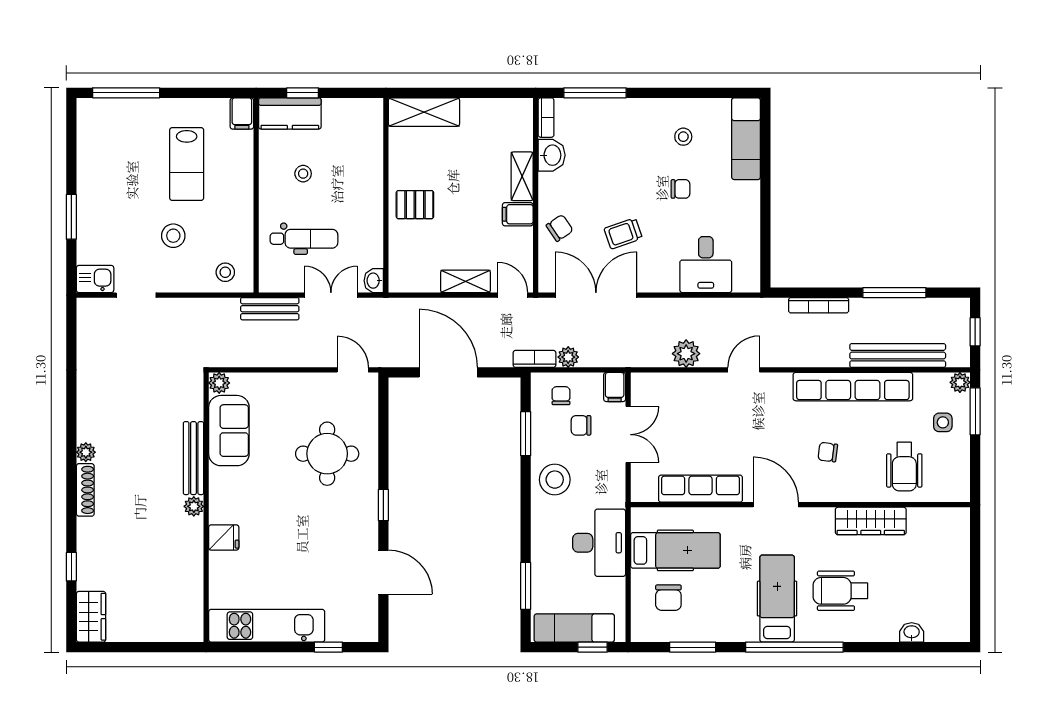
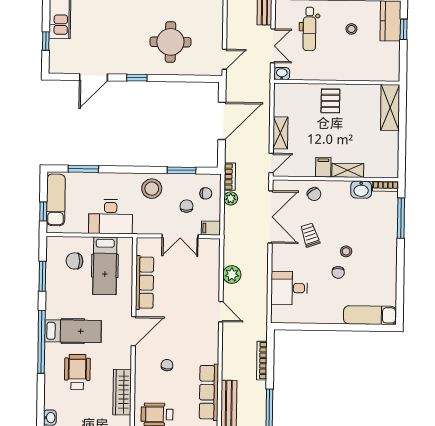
stool: (683, 137) -> (346, 251), moved
row of seats: (853, 387) -> (209, 392), width x0.73

